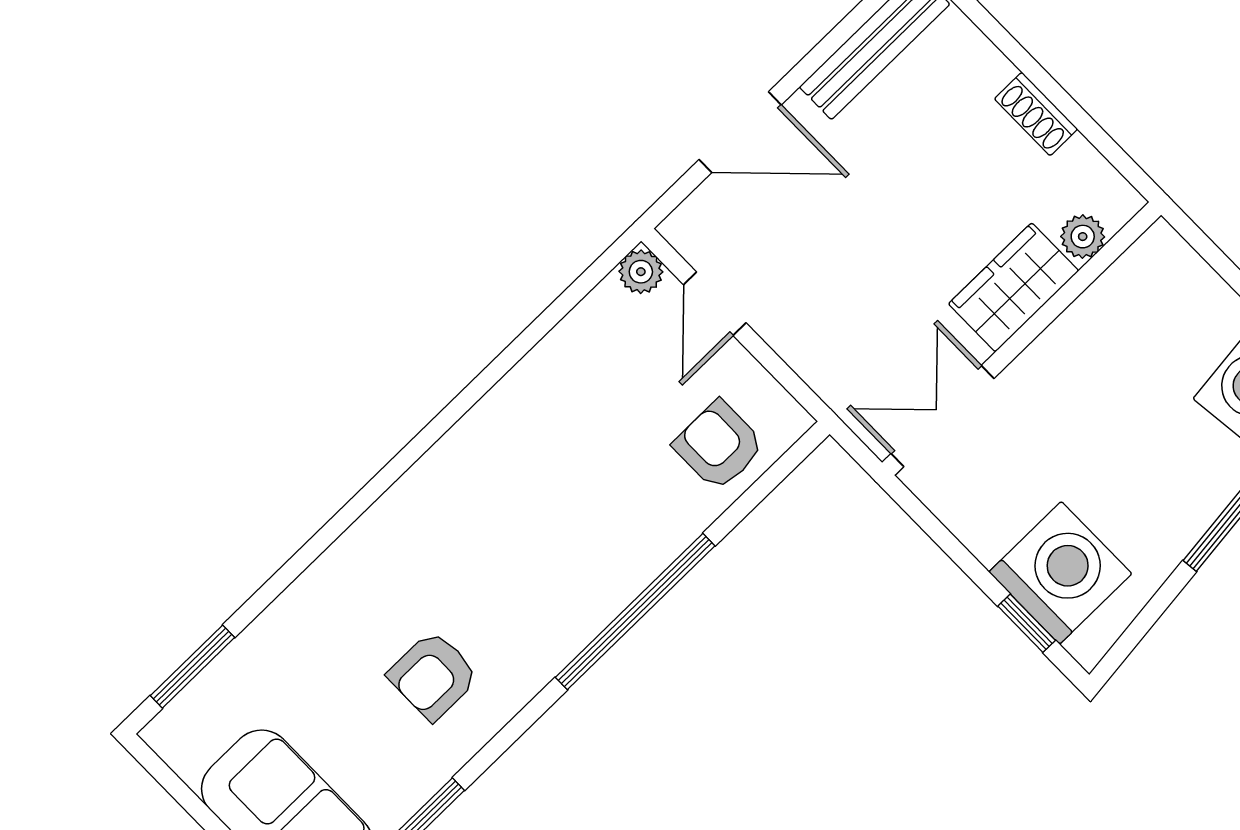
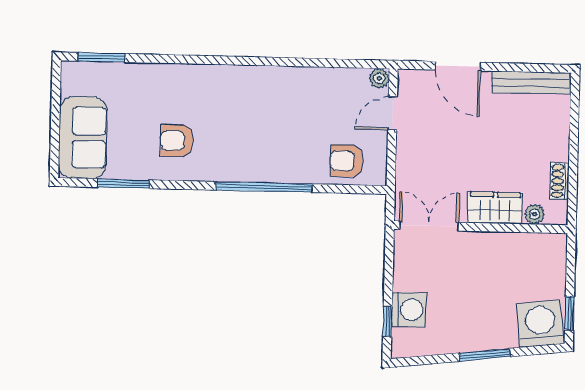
shoe rack: (1036, 114) -> (560, 181), moved
armchair: (719, 445) -> (347, 161), turned -90
washing machine: (1060, 573) -> (409, 310), width x0.73, depth x0.73

